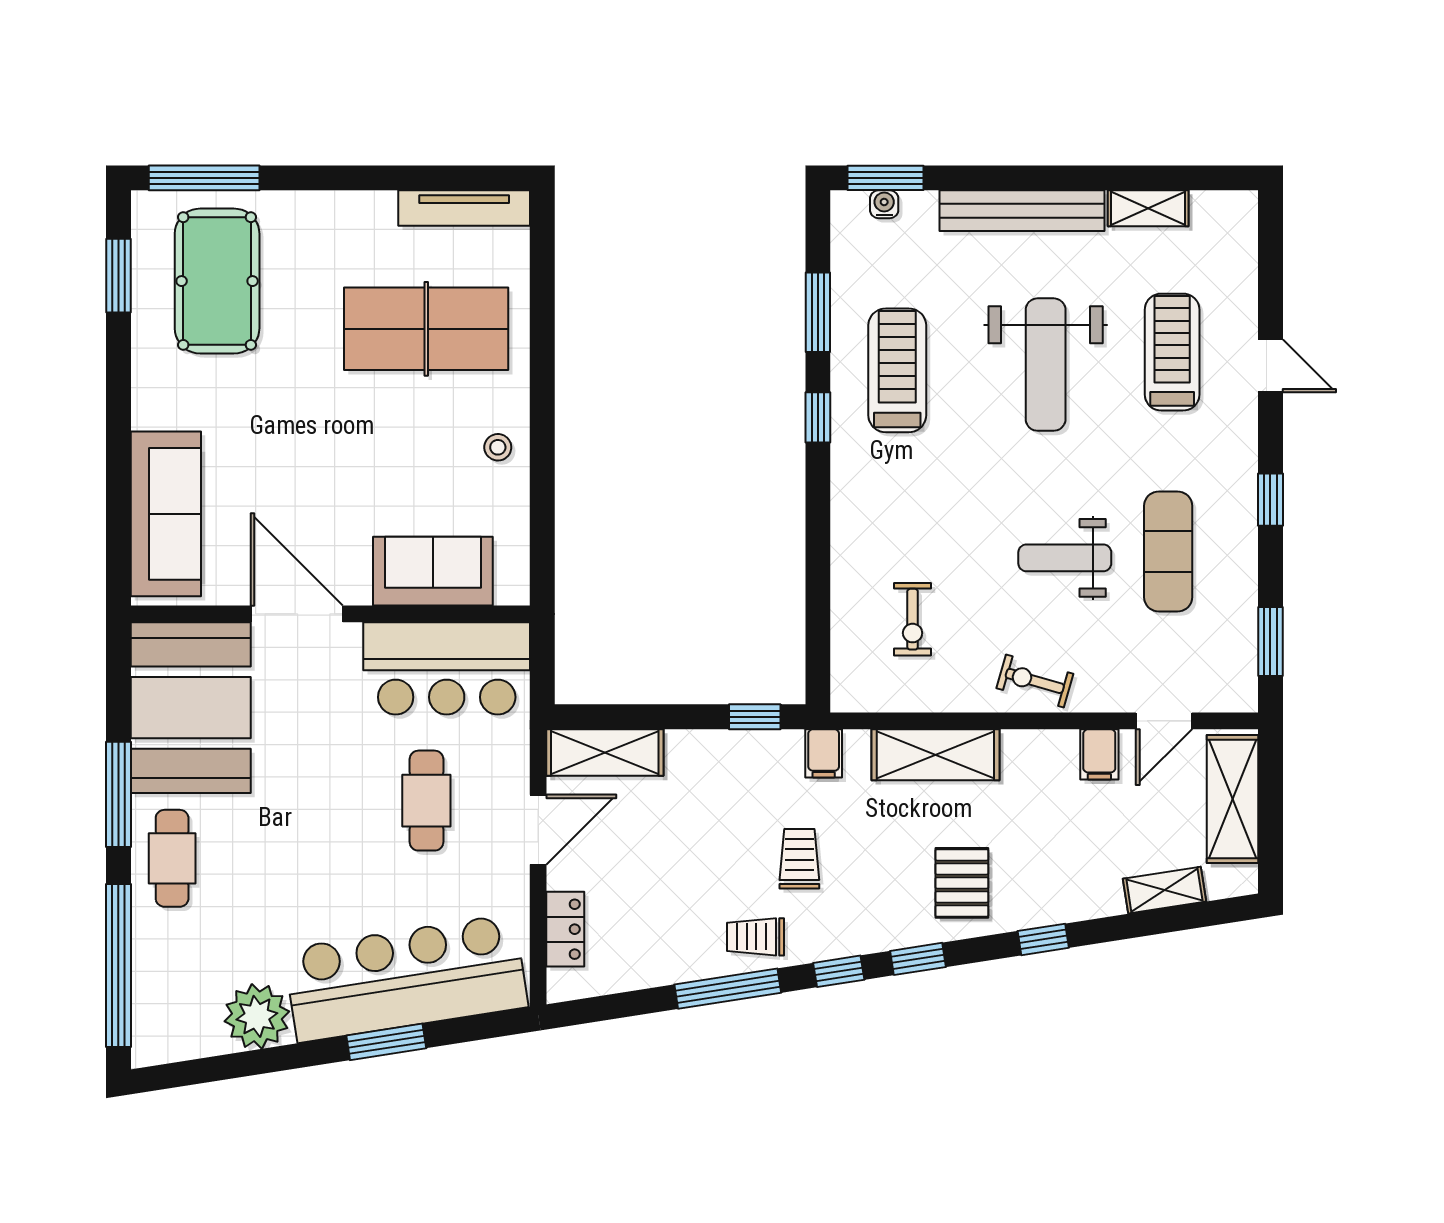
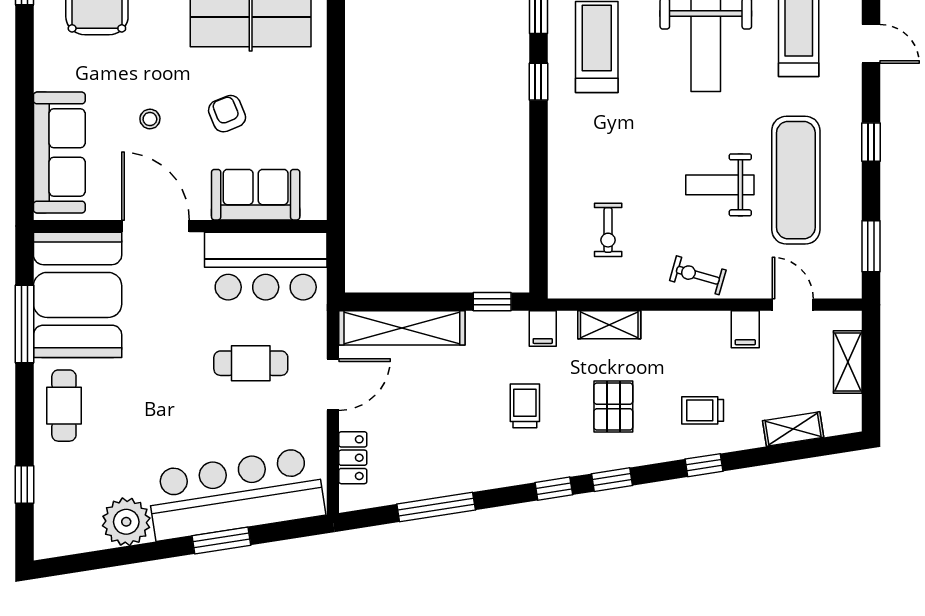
stool: (498, 447) -> (150, 119), moved
armchair: (394, 461) -> (227, 114), added
exercise mat: (1168, 551) -> (796, 180), width x1.36, depth x1.45
door: (1164, 721) -> (793, 305), swing flipped
shelving: (605, 753) -> (402, 328), width x1.47
shelving: (935, 755) -> (609, 325), width x0.67, depth x0.75
window: (118, 794) -> (24, 324), moved
shelving: (1232, 799) -> (848, 362), width x0.67, depth x0.75
cafe table: (426, 801) -> (251, 363), turned 90
pallet: (962, 883) -> (613, 406), moved
trolley: (755, 937) -> (703, 410), moved
window: (118, 966) -> (24, 484), width x0.32
window: (728, 989) -> (436, 507), moved

